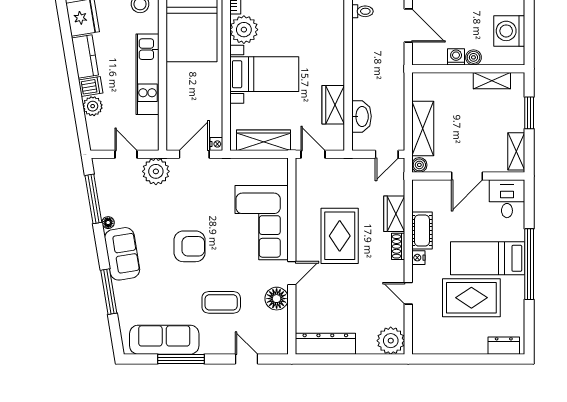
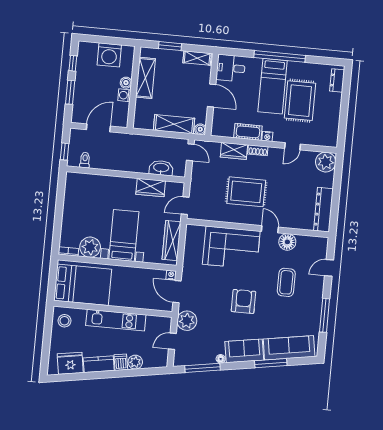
shelving: (492, 81) -> (145, 78), width x1.50, depth x1.33
sofa: (164, 340) -> (289, 348), moved, turned 81

